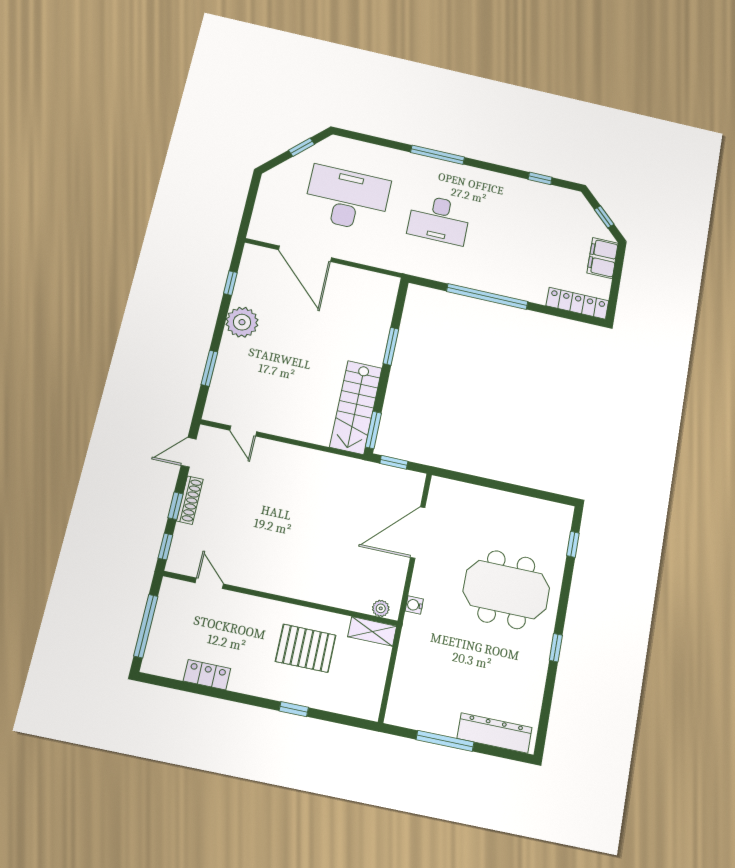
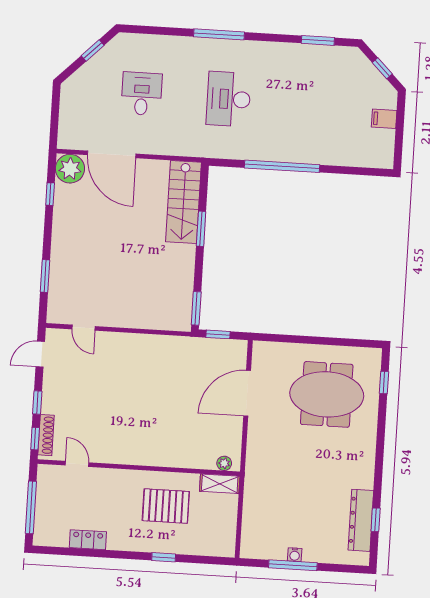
window: (540, 178) -> (318, 40), width x1.50
desk: (347, 198) -> (142, 94), width x0.53, depth x0.77
desk: (439, 220) -> (229, 99), turned 90
filing cabinet: (603, 258) -> (384, 119), width x0.50
locker: (577, 303) -> (366, 158), removed
plant: (242, 322) -> (70, 169), moved
stairs: (356, 407) -> (183, 202), moved
shoe rack: (190, 500) -> (46, 435), moved
meeting table: (506, 590) -> (327, 394), moved
water cooler: (414, 605) -> (295, 555), moved, turned -90
window: (556, 648) -> (376, 520), moved
dresser: (494, 733) -> (361, 520), moved, turned -90

